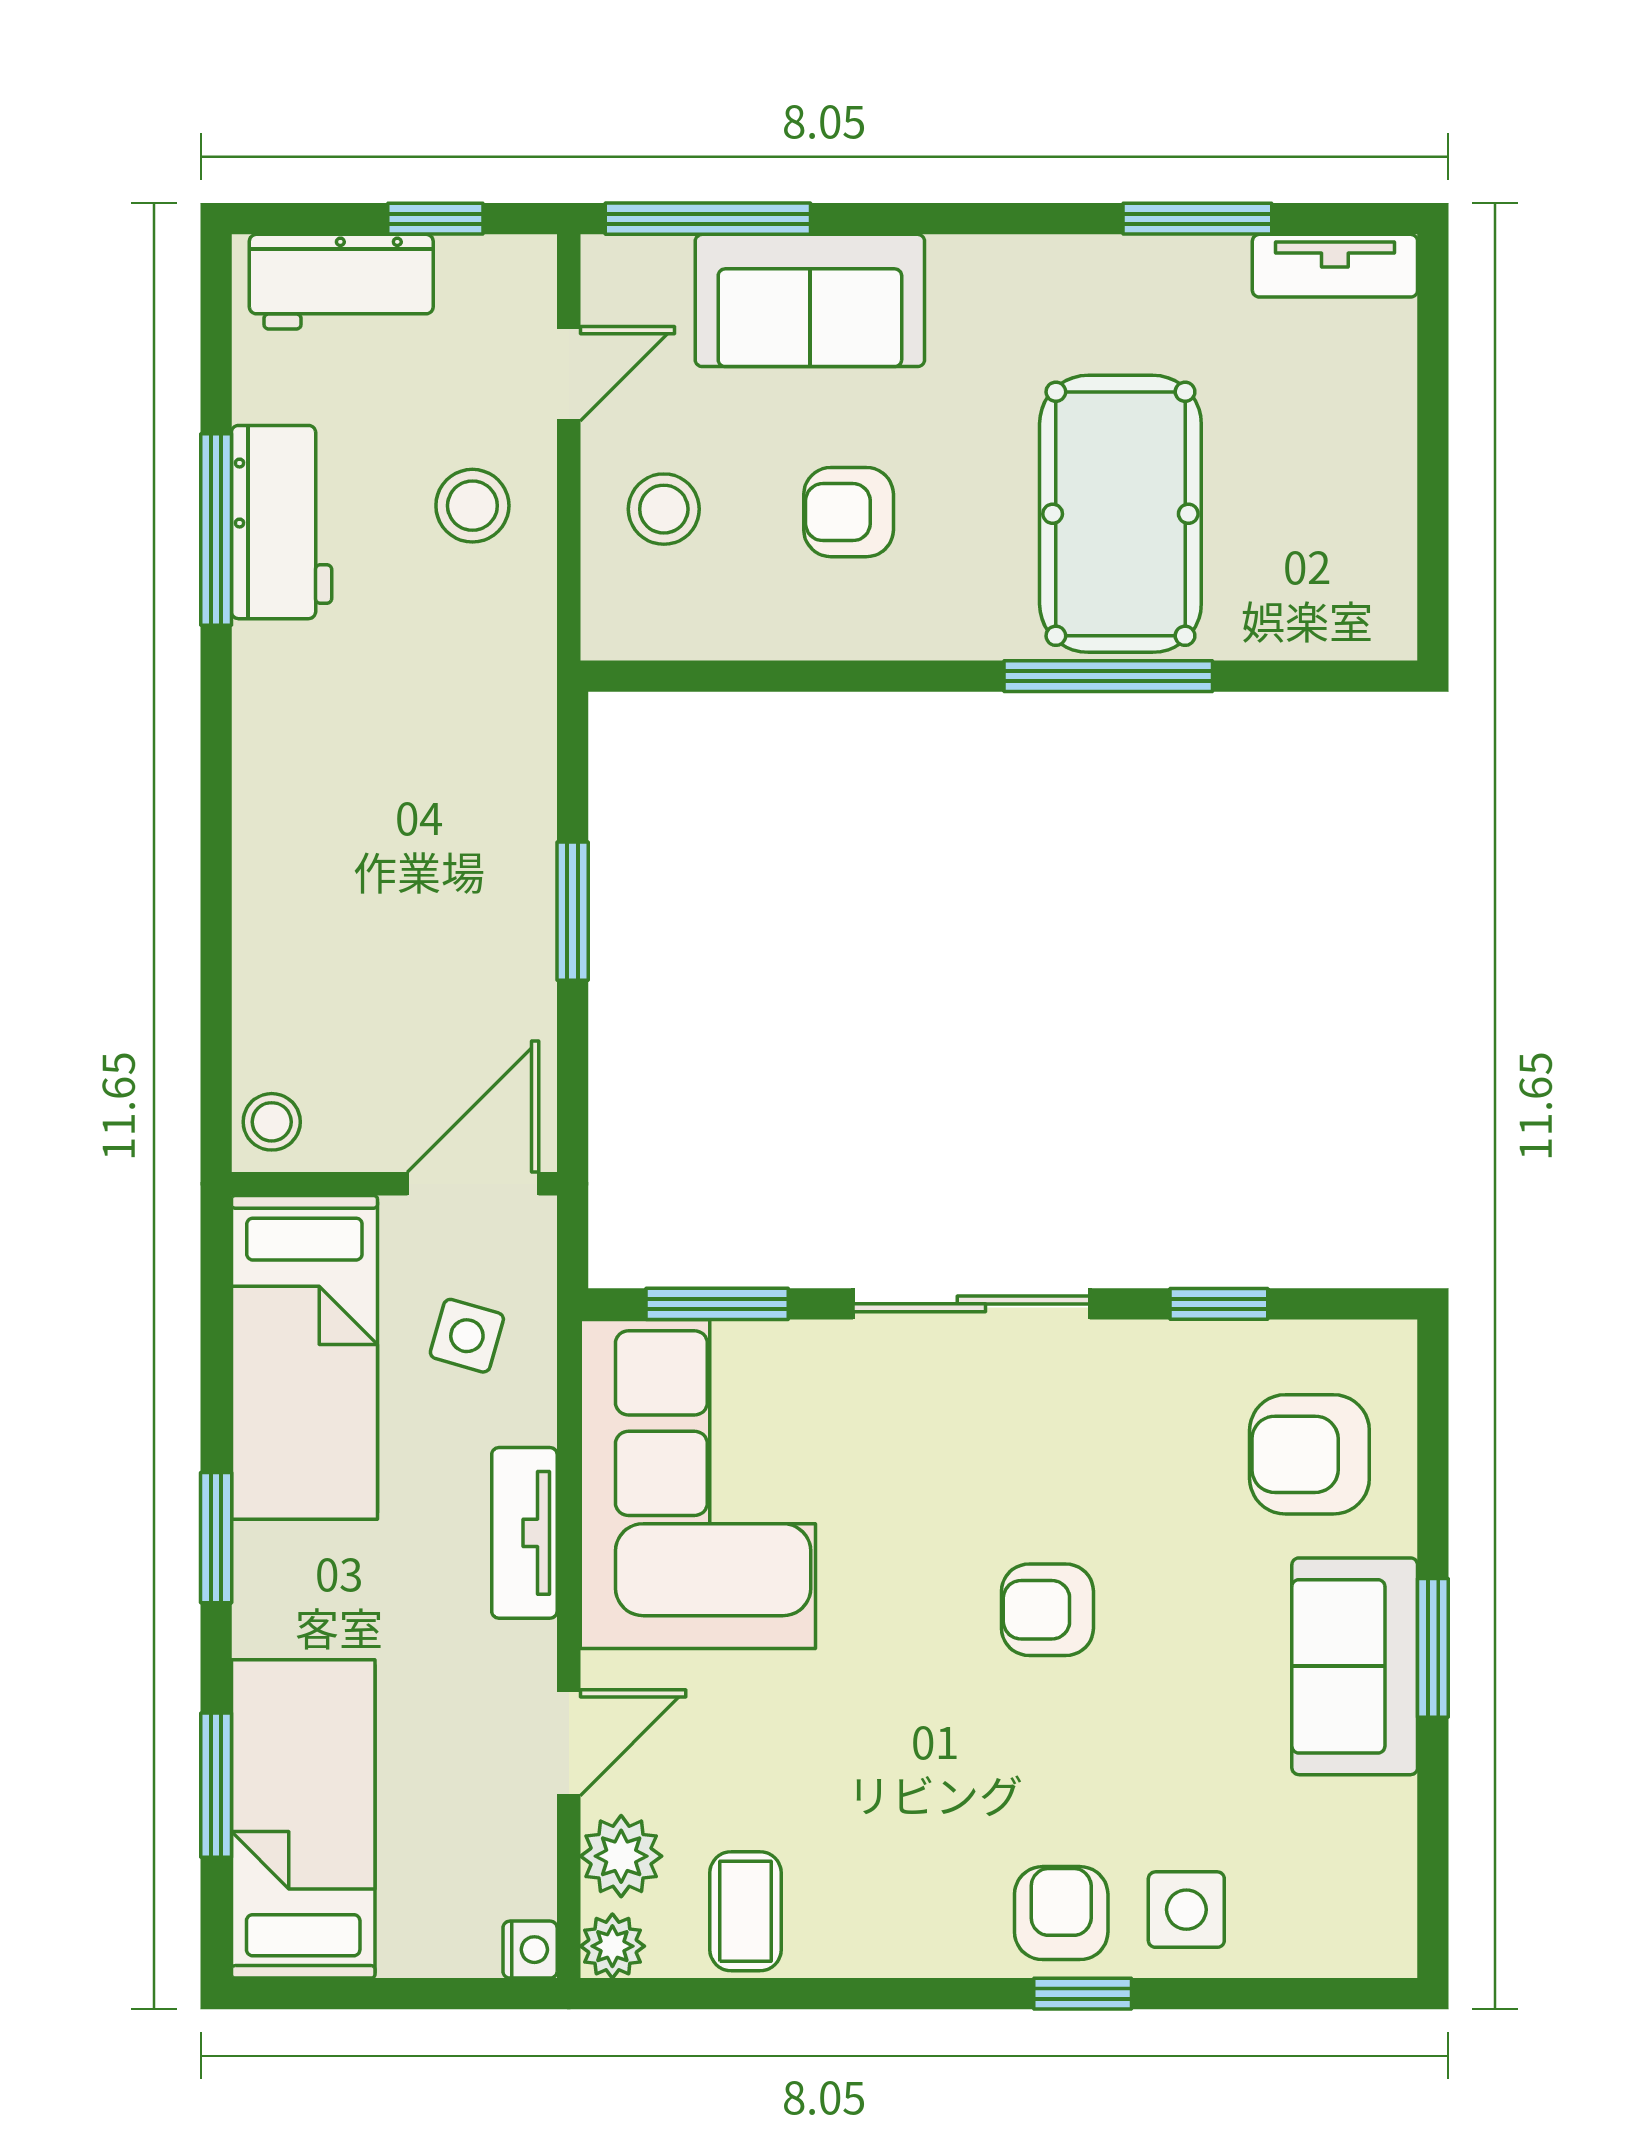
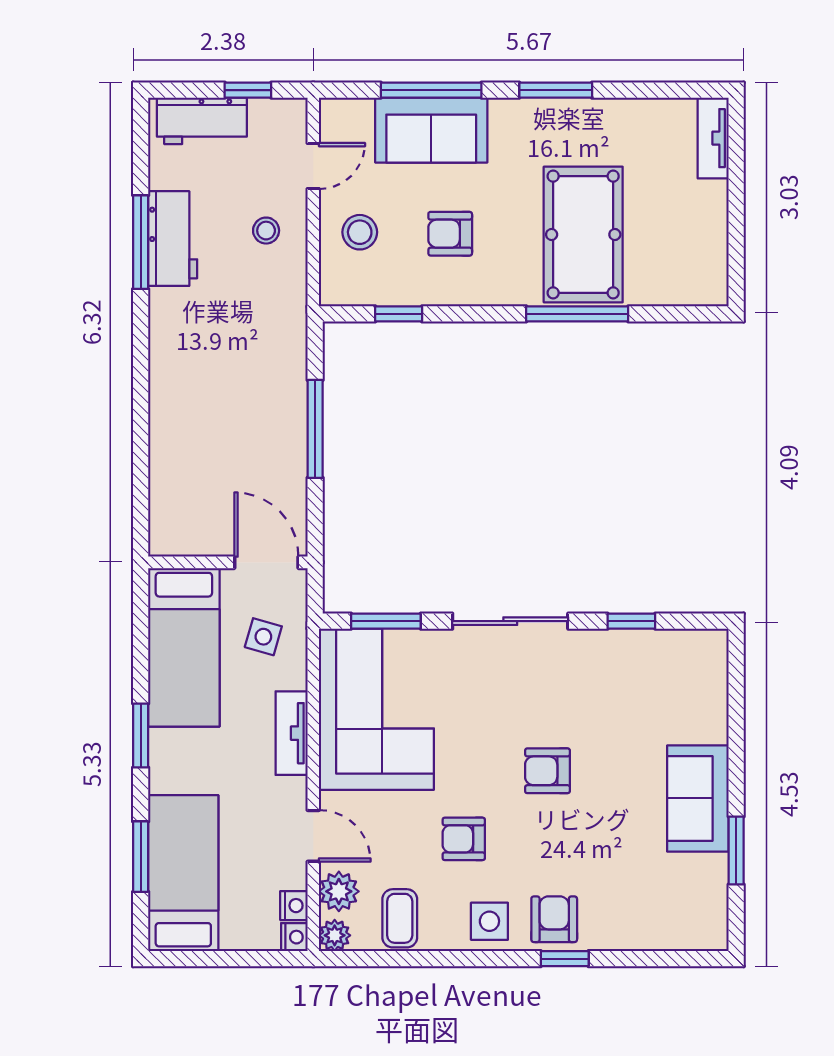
window: (708, 219) -> (431, 90), moved
window: (1197, 219) -> (556, 90), moved
tv unit: (1335, 266) -> (713, 138), moved, turned 90
stool: (472, 506) -> (266, 231), width x0.73, depth x0.73
window: (743, 676) -> (399, 314), added
window: (573, 911) -> (315, 429), width x1.44
stool: (272, 1122) -> (168, 532), removed
door: (473, 1184) -> (266, 562), hinge flipped
armchair: (1309, 1454) -> (464, 839), moved, width x0.72, depth x0.72
window: (1433, 1648) -> (736, 851), moved
door: (569, 1743) -> (313, 836), hinge flipped
nightstand: (529, 1885) -> (294, 906), added
side table: (1186, 1910) -> (489, 921), moved

